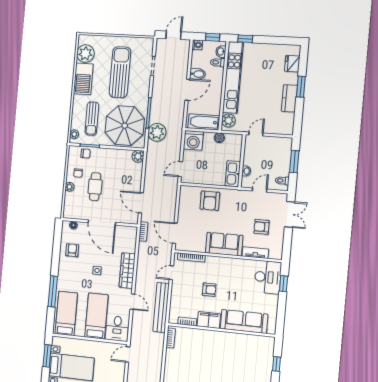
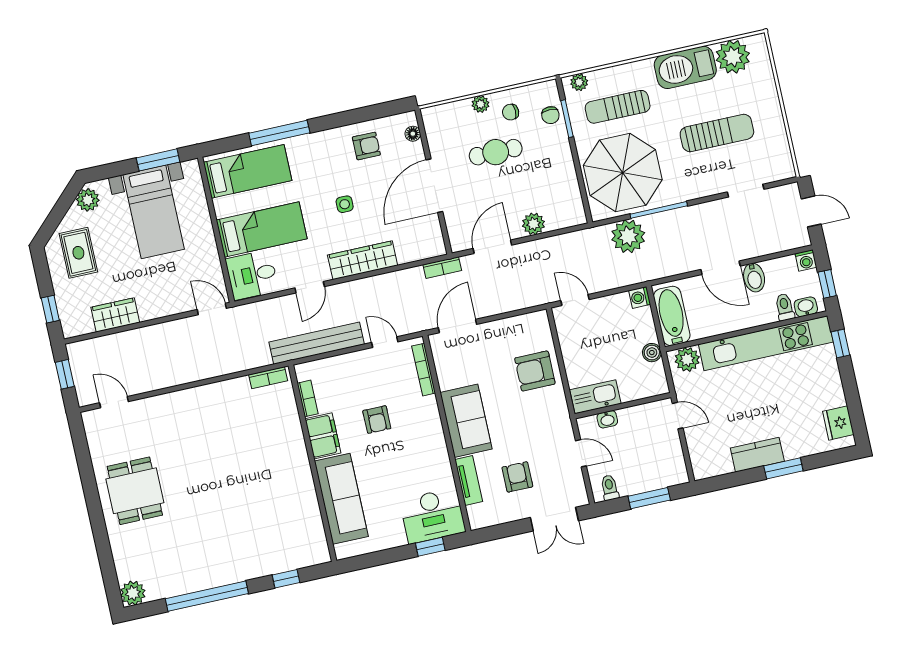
fridge: (292, 64) -> (838, 423), moved, turned -90
sun lounger: (120, 72) -> (717, 133), width x0.73, depth x0.75
washing machine: (193, 140) -> (640, 297), width x0.53, depth x0.53
plant: (138, 156) -> (534, 224), moved

